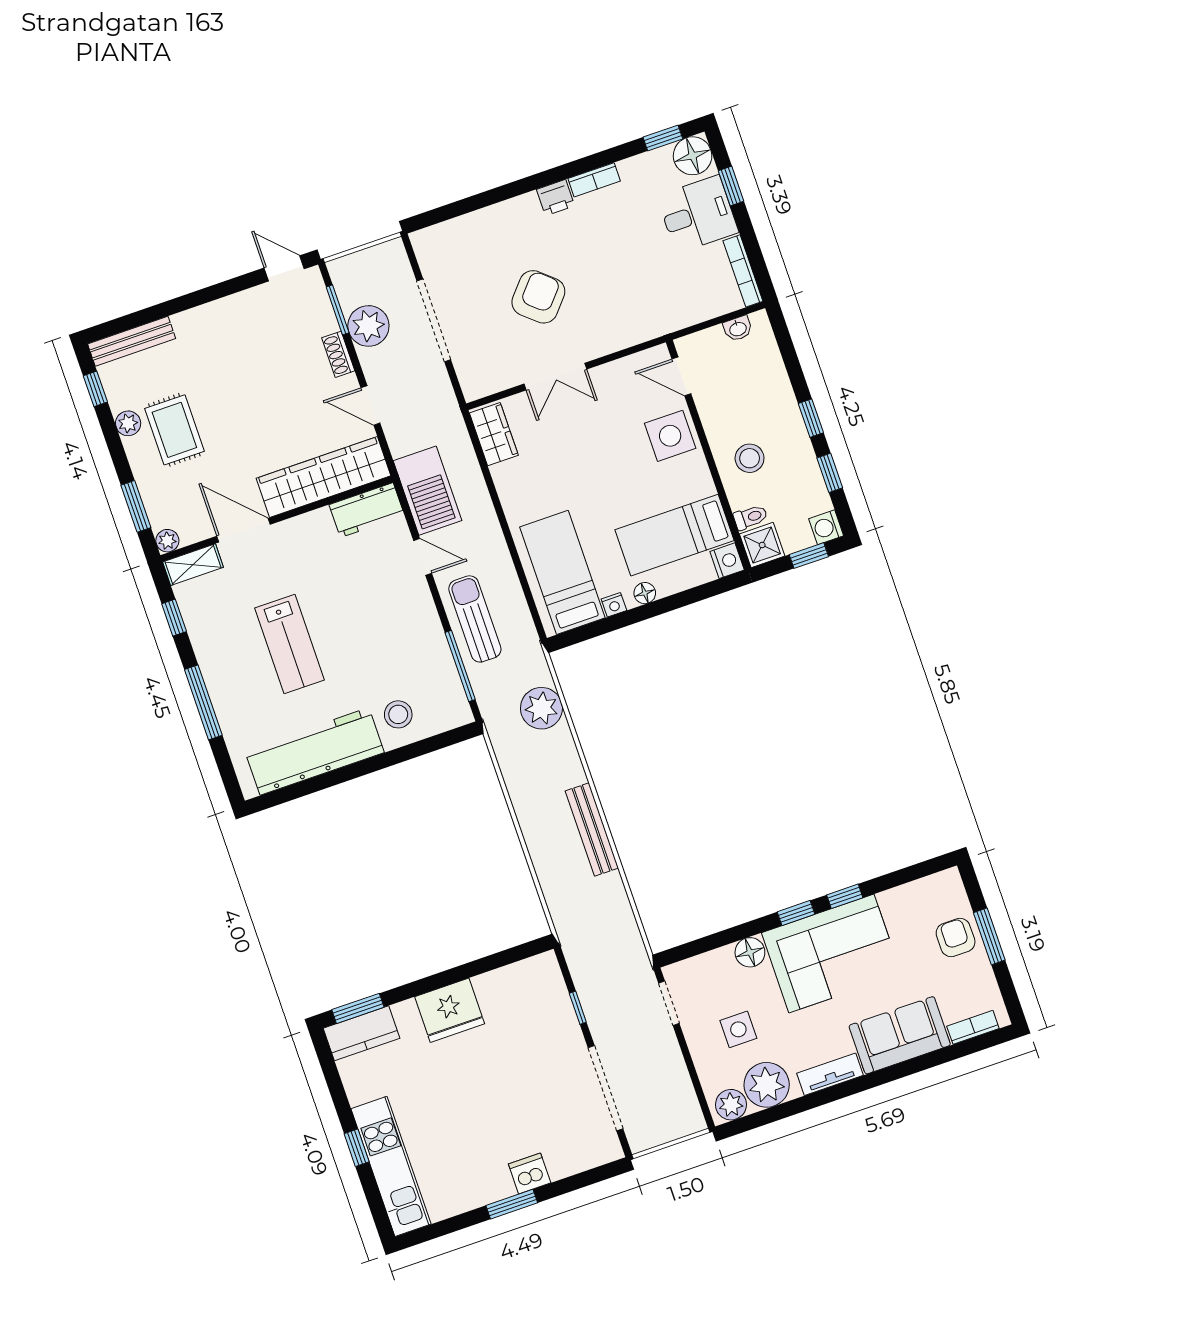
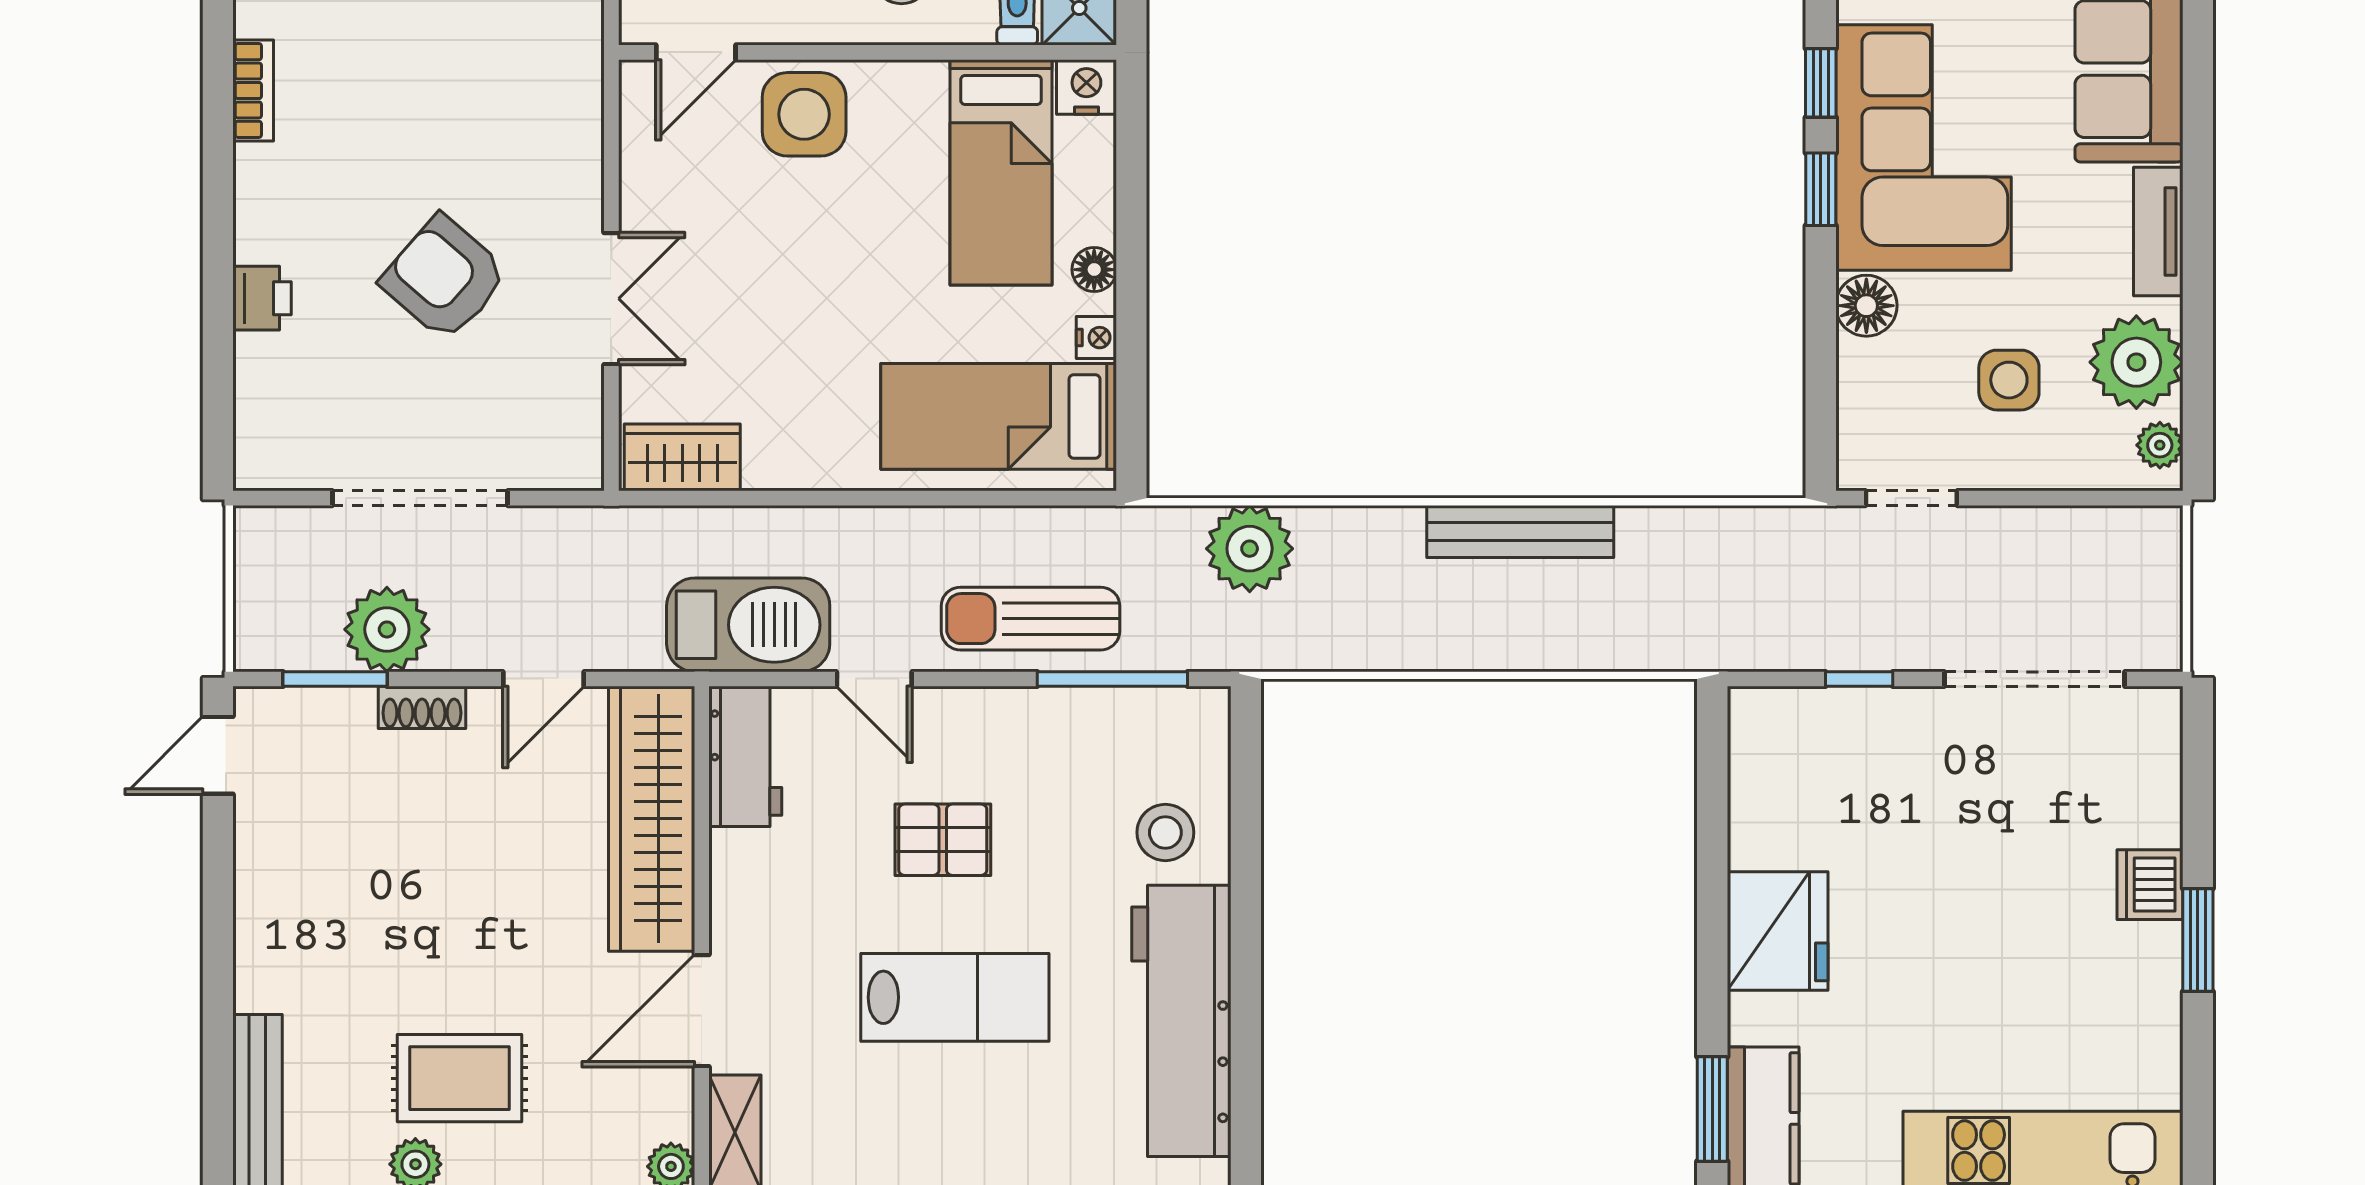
printer: (556, 198) -> (262, 298), moved
door: (423, 557) -> (874, 679), swing flipped
pallet: (360, 614) -> (943, 840), added
plant: (731, 1105) -> (2160, 445), width x0.73, depth x0.73

